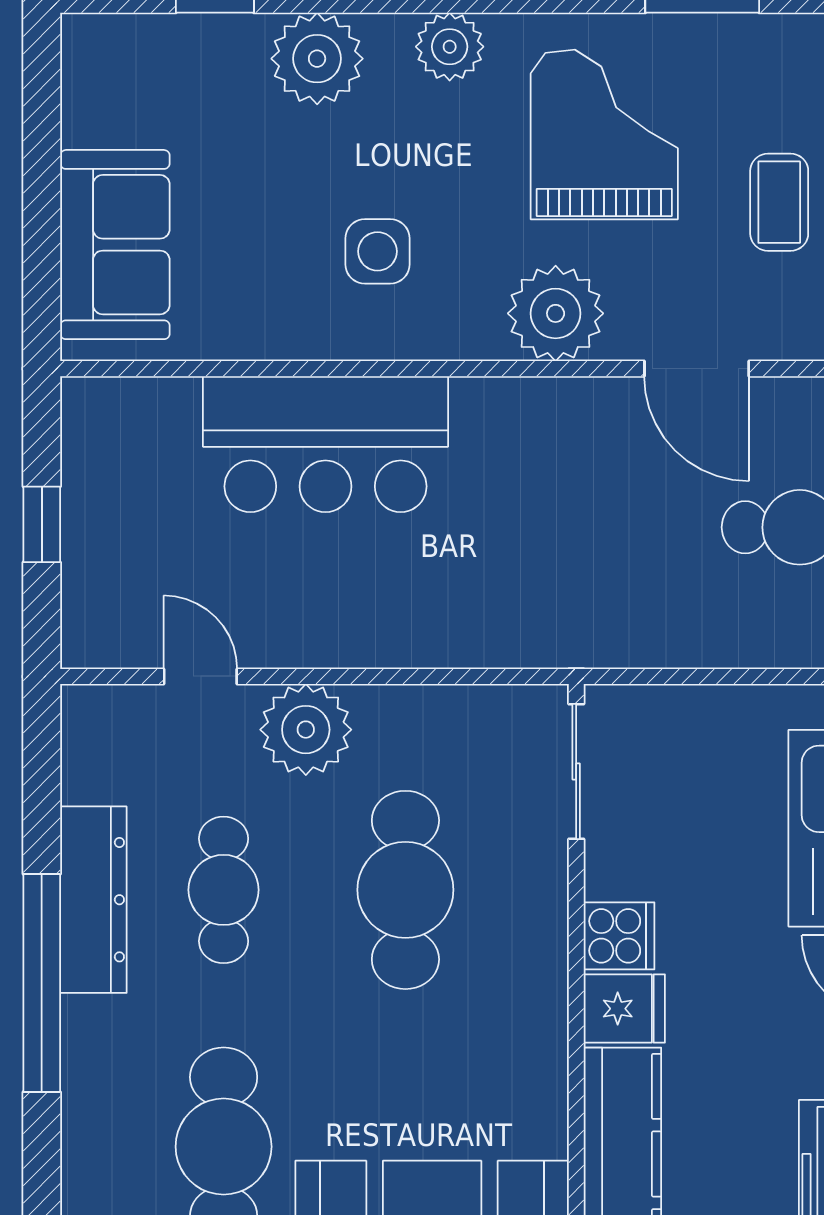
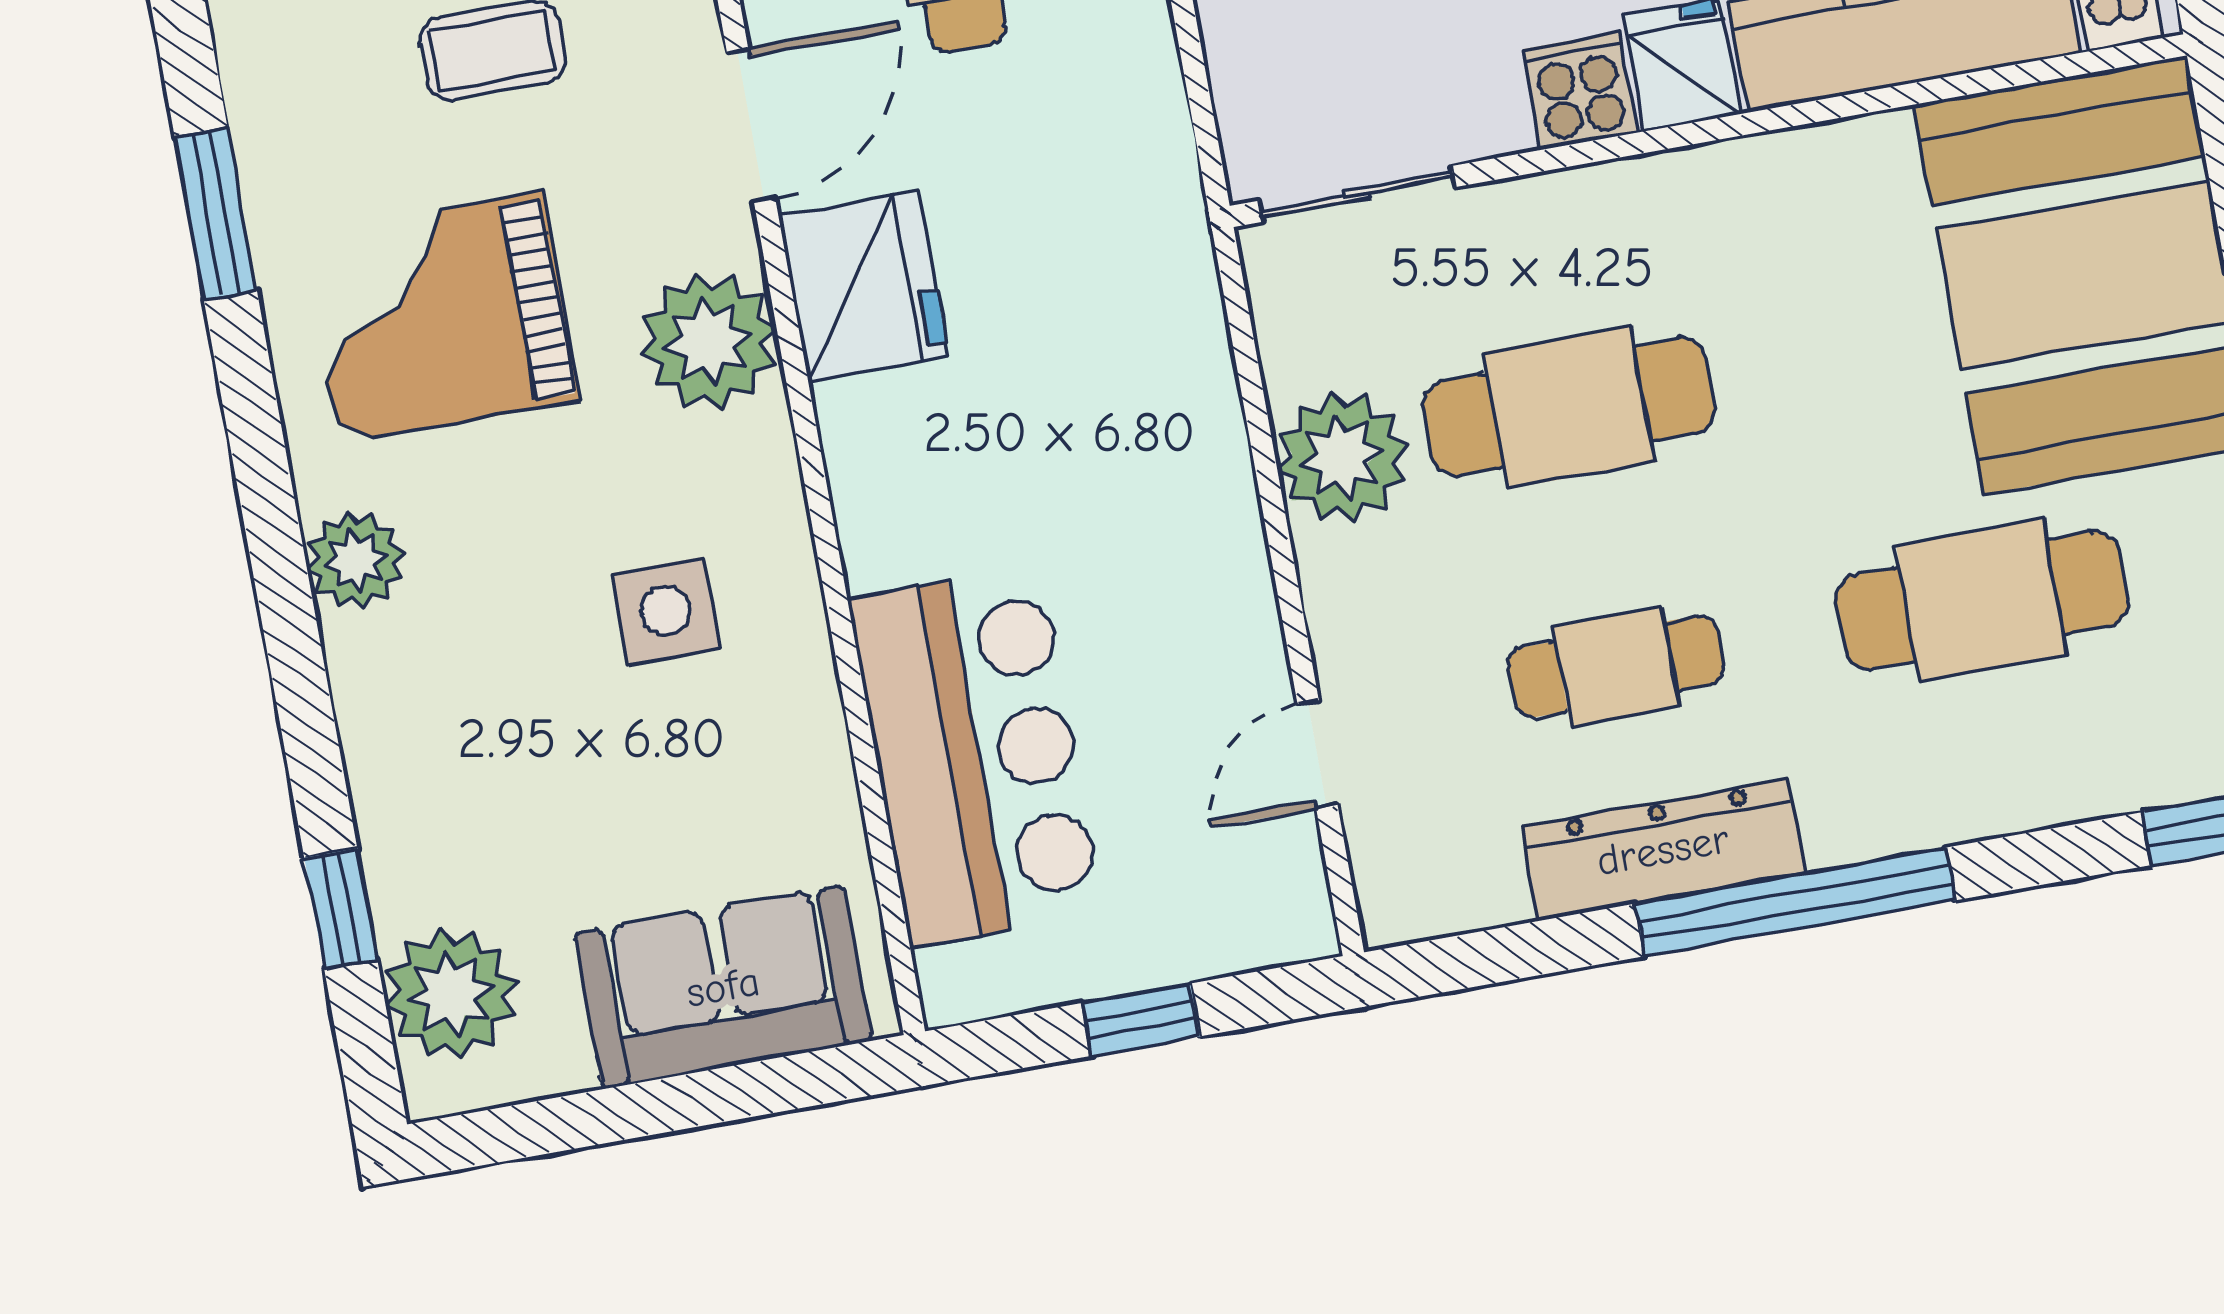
plant: (317, 59) -> (451, 994), moved
fridge: (574, 425) -> (863, 286), added
bar counter: (325, 444) -> (976, 756), moved
plant: (306, 730) -> (1342, 458), moved

